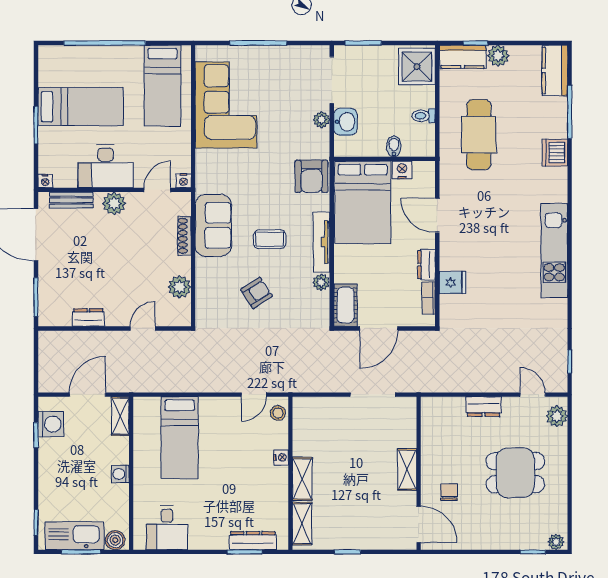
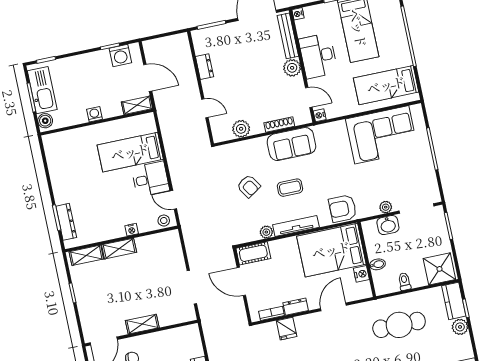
bench: (71, 200) -> (288, 36), width x1.36
coffee table: (270, 239) -> (290, 188), turned 90
desk: (167, 528) -> (150, 179), moved, turned 180

